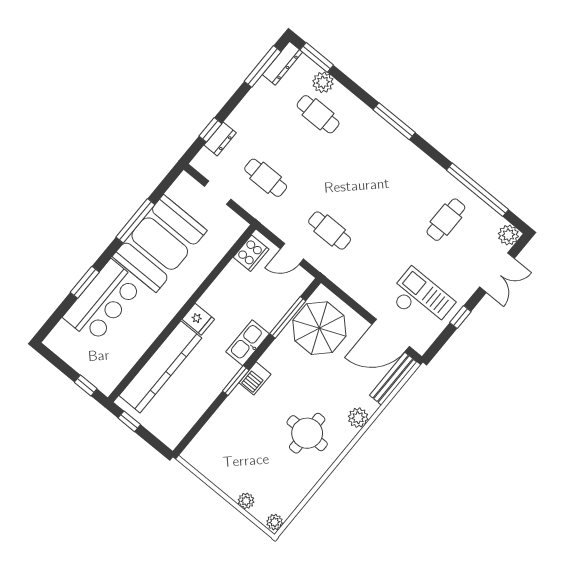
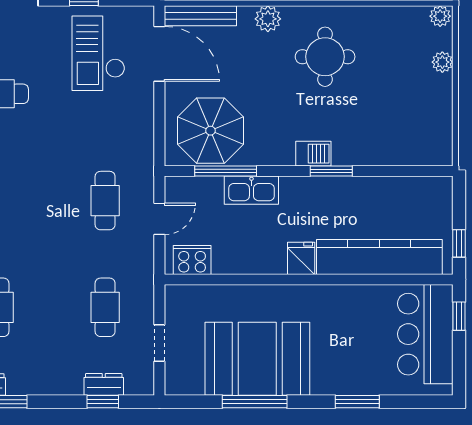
door: (292, 254) -> (159, 219), hinge flipped
bar counter: (103, 301) -> (425, 334), moved, turned -90
kitchen sink: (248, 343) -> (251, 190), moved

